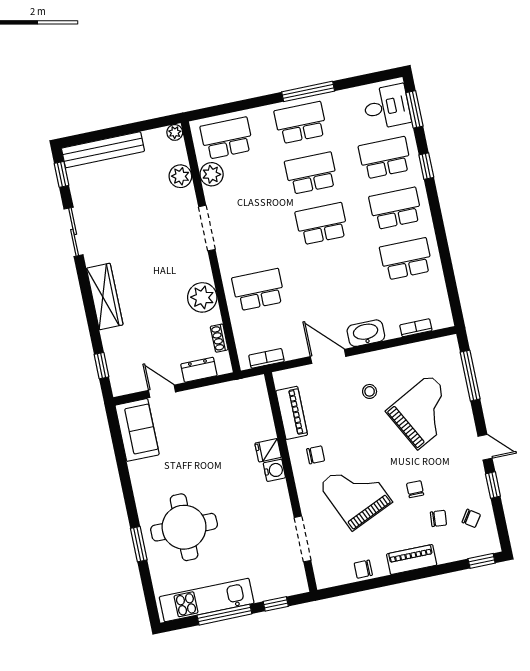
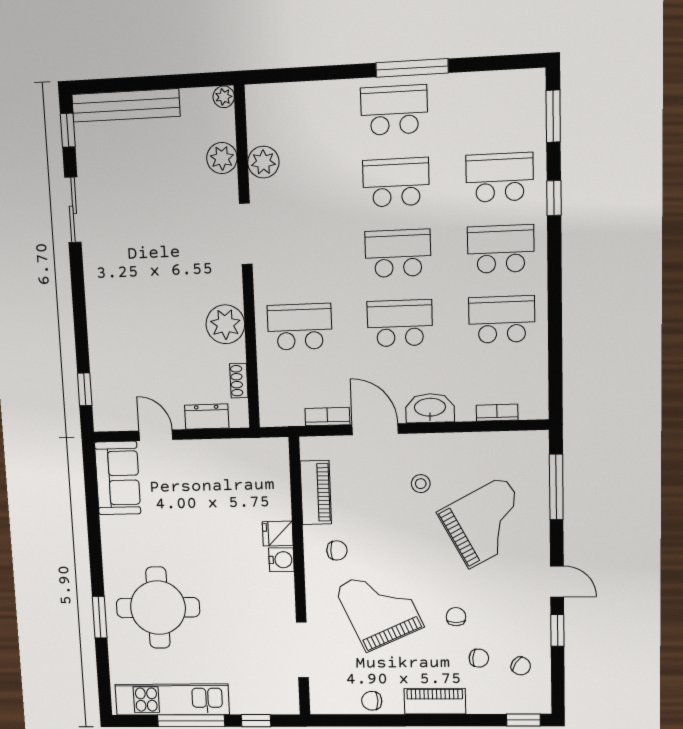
desk: (387, 107) -> (516, 107), removed
school desk: (227, 138) -> (400, 323), moved
wardrobe: (105, 296) -> (101, 301), removed
bookcase: (266, 358) -> (327, 417), moved

